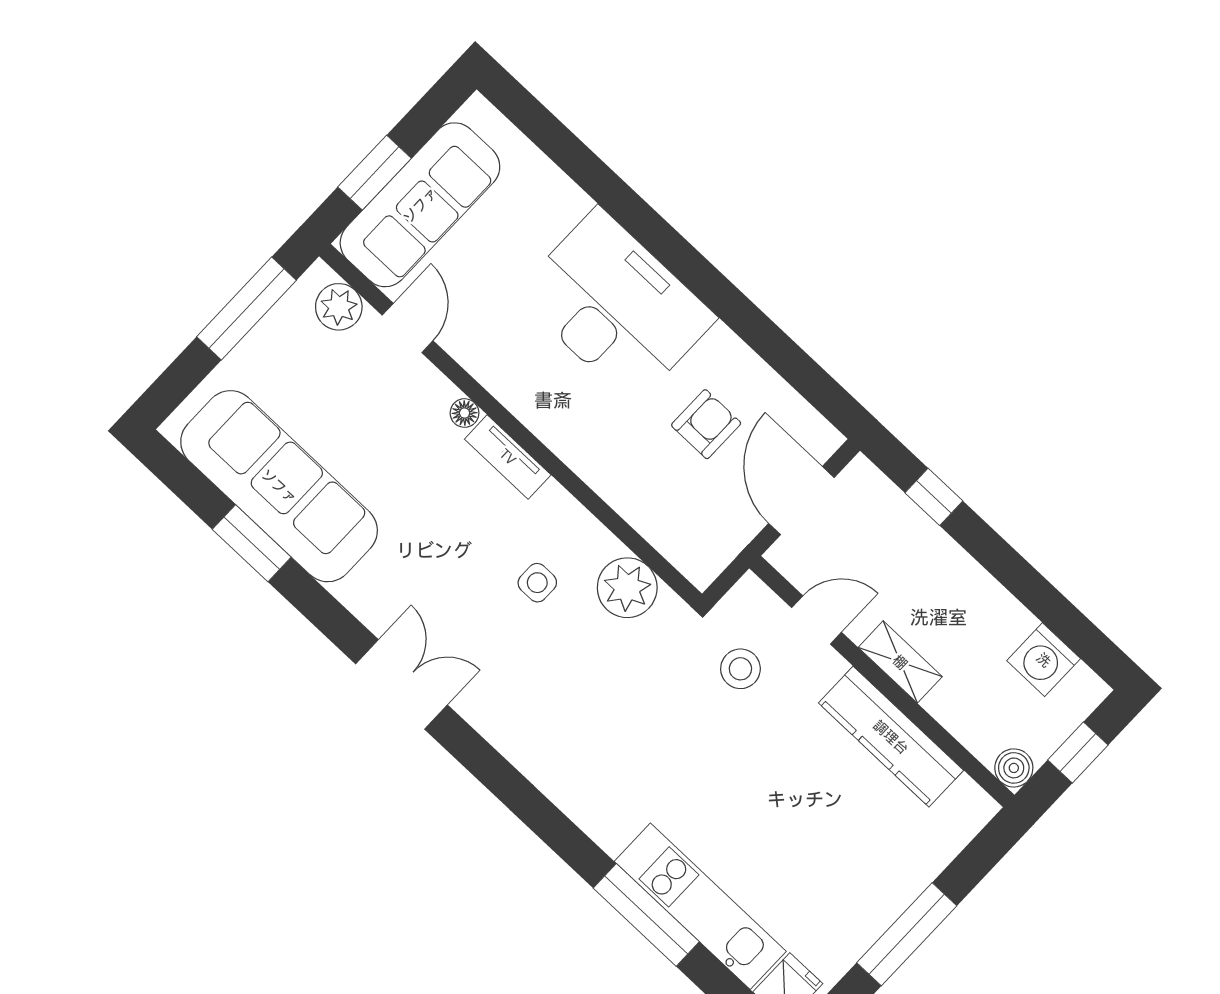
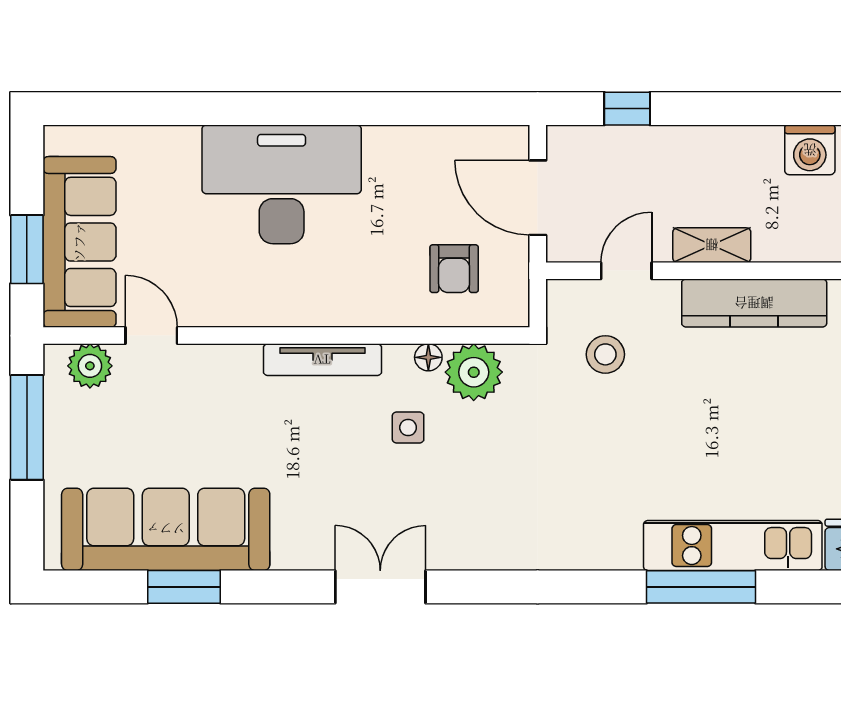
floor lamp: (465, 413) -> (428, 357), moved
armchair: (706, 424) -> (454, 269), moved, turned 180
tv unit: (508, 457) -> (322, 360), width x1.41

